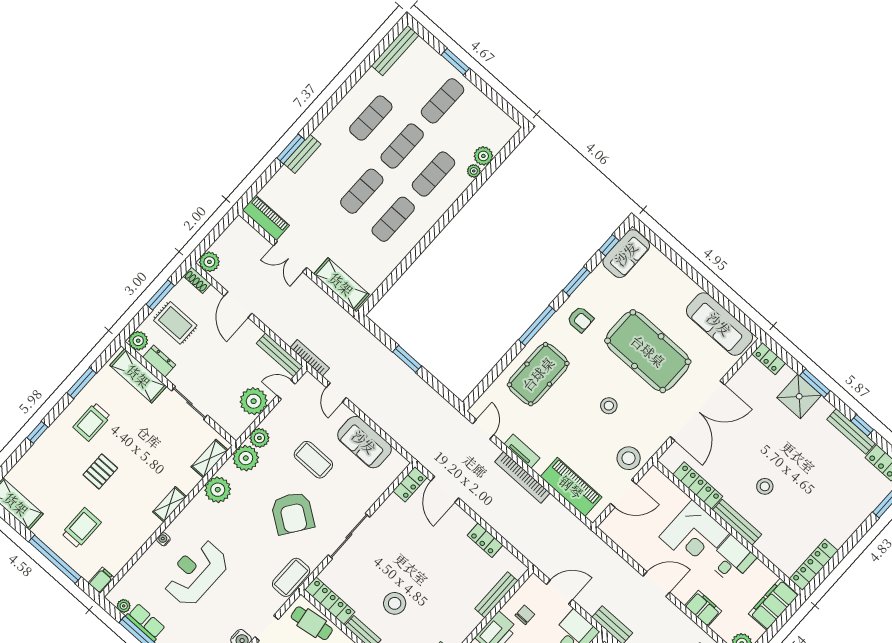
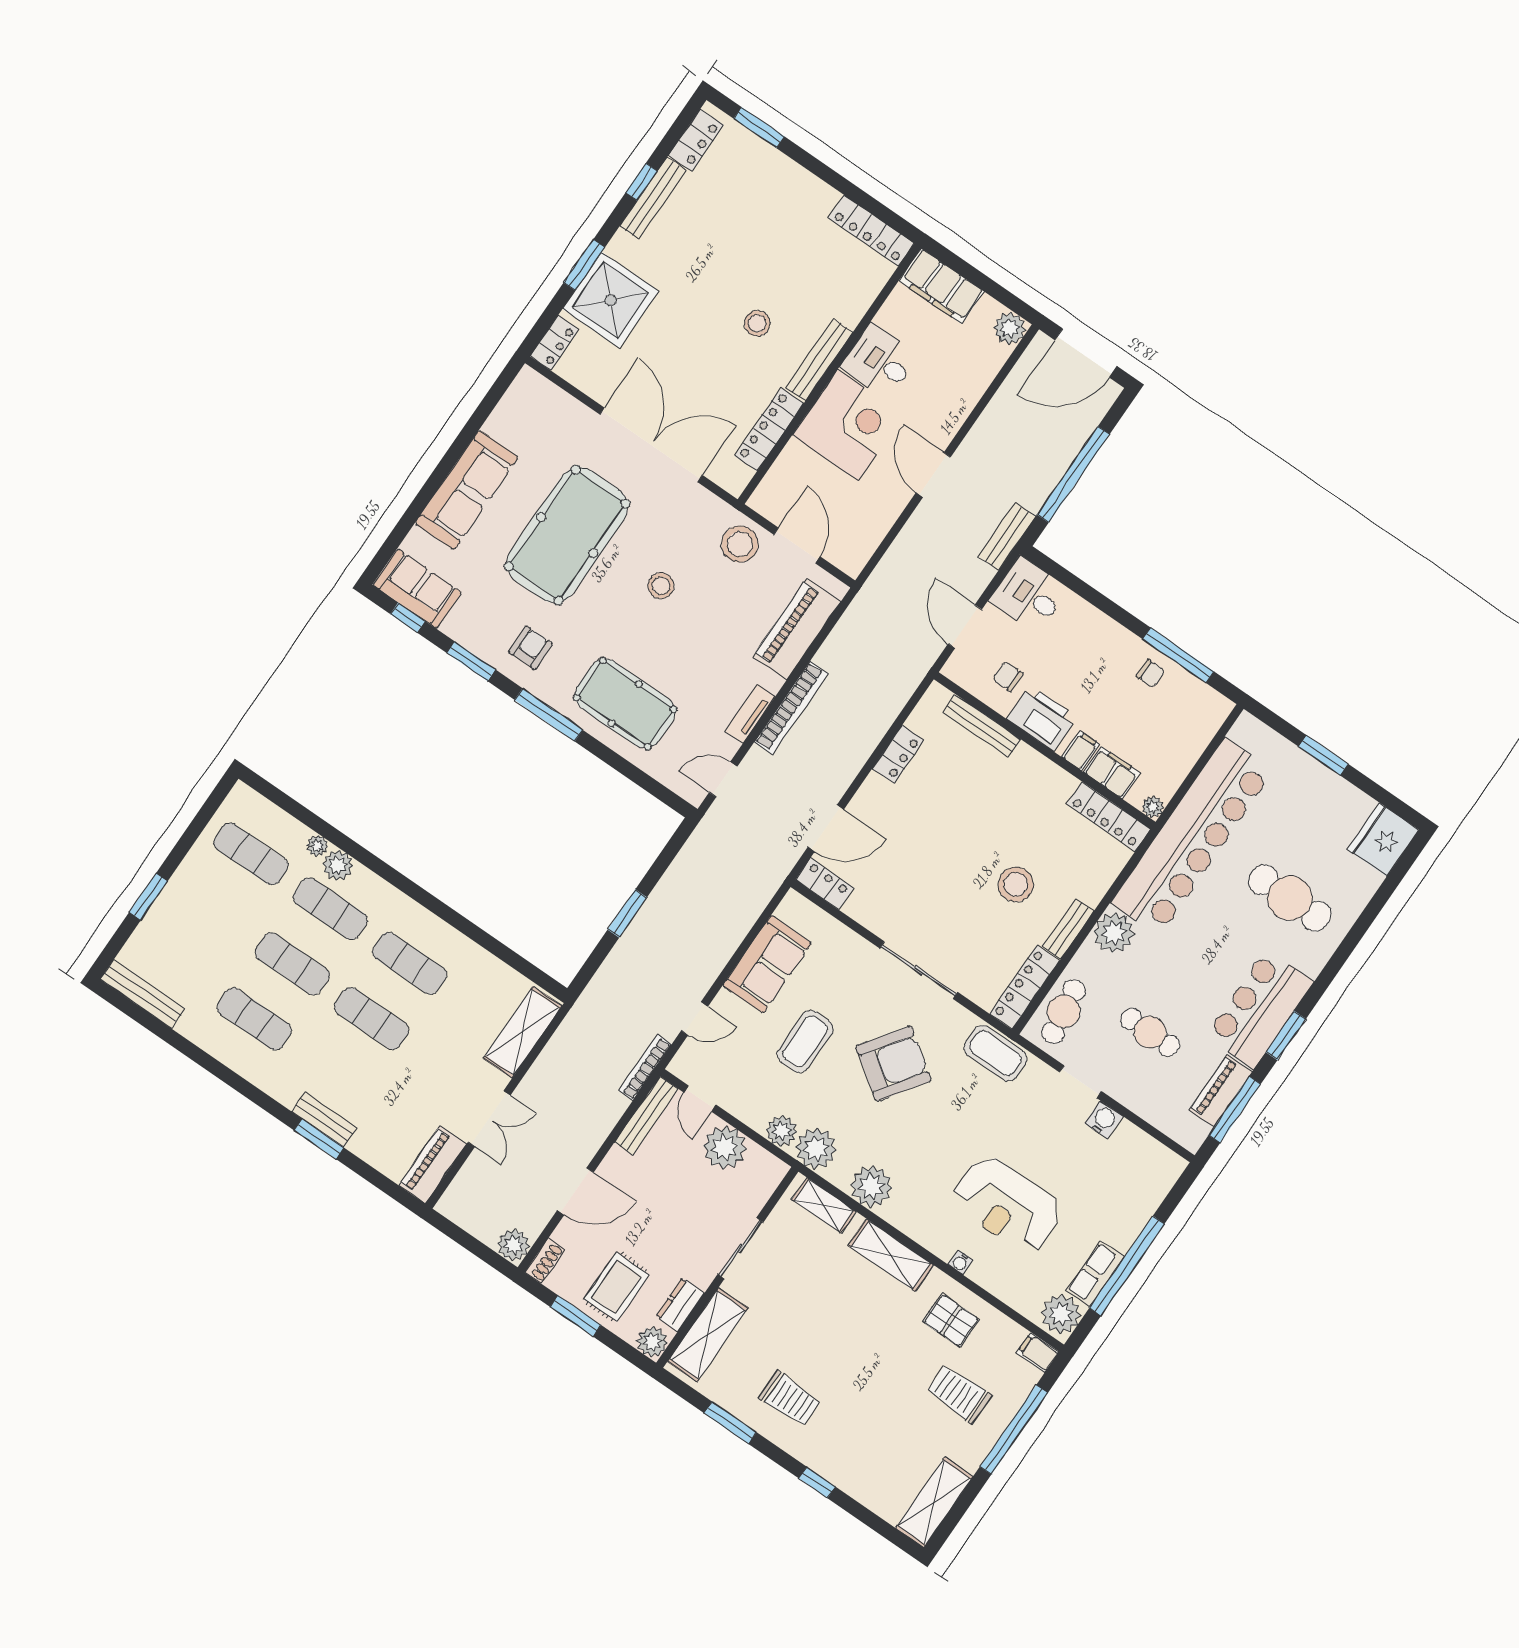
exercise mat: (443, 101) -> (251, 854), moved
plant: (483, 156) -> (338, 865), moved
sofa: (719, 324) -> (467, 490), moved
shower: (799, 396) -> (611, 300), width x1.37, depth x1.37
pallet: (100, 471) -> (951, 1321), moved
shelving: (170, 504) -> (891, 1255), width x1.50, depth x1.33
plant: (124, 606) -> (1061, 1314), width x1.87, depth x1.87
filing cabinet: (703, 608) -> (962, 396), removed

